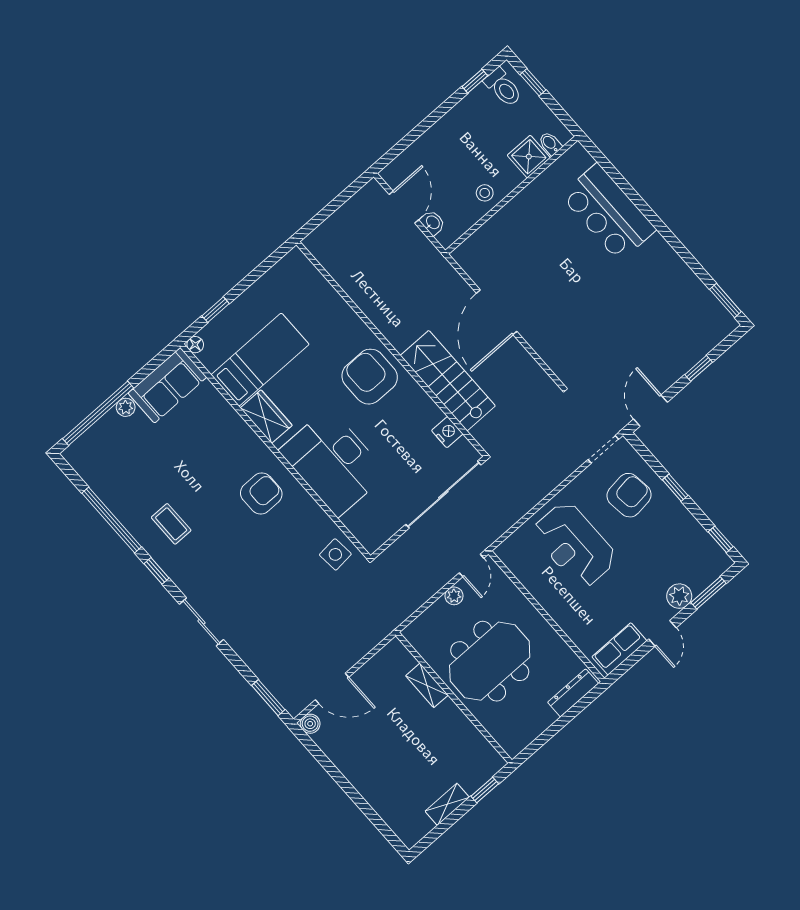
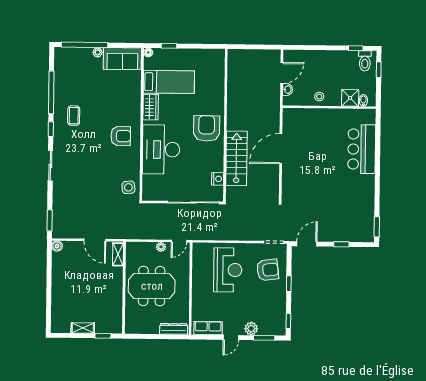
reception desk: (574, 545) -> (228, 270), turned 180
shelving: (427, 685) -> (118, 254), moved
door: (332, 688) -> (95, 240), moved

